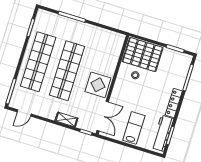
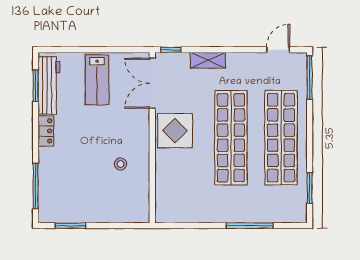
pallet: (143, 55) -> (119, 200), removed
locker: (174, 103) -> (46, 131), width x0.66

